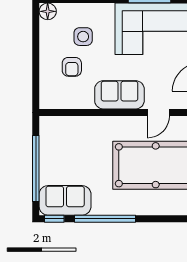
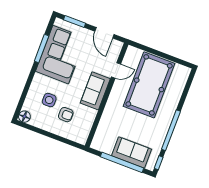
door: (158, 113) -> (116, 70), hinge flipped
sofa: (65, 200) -> (132, 153), moved, turned 90

